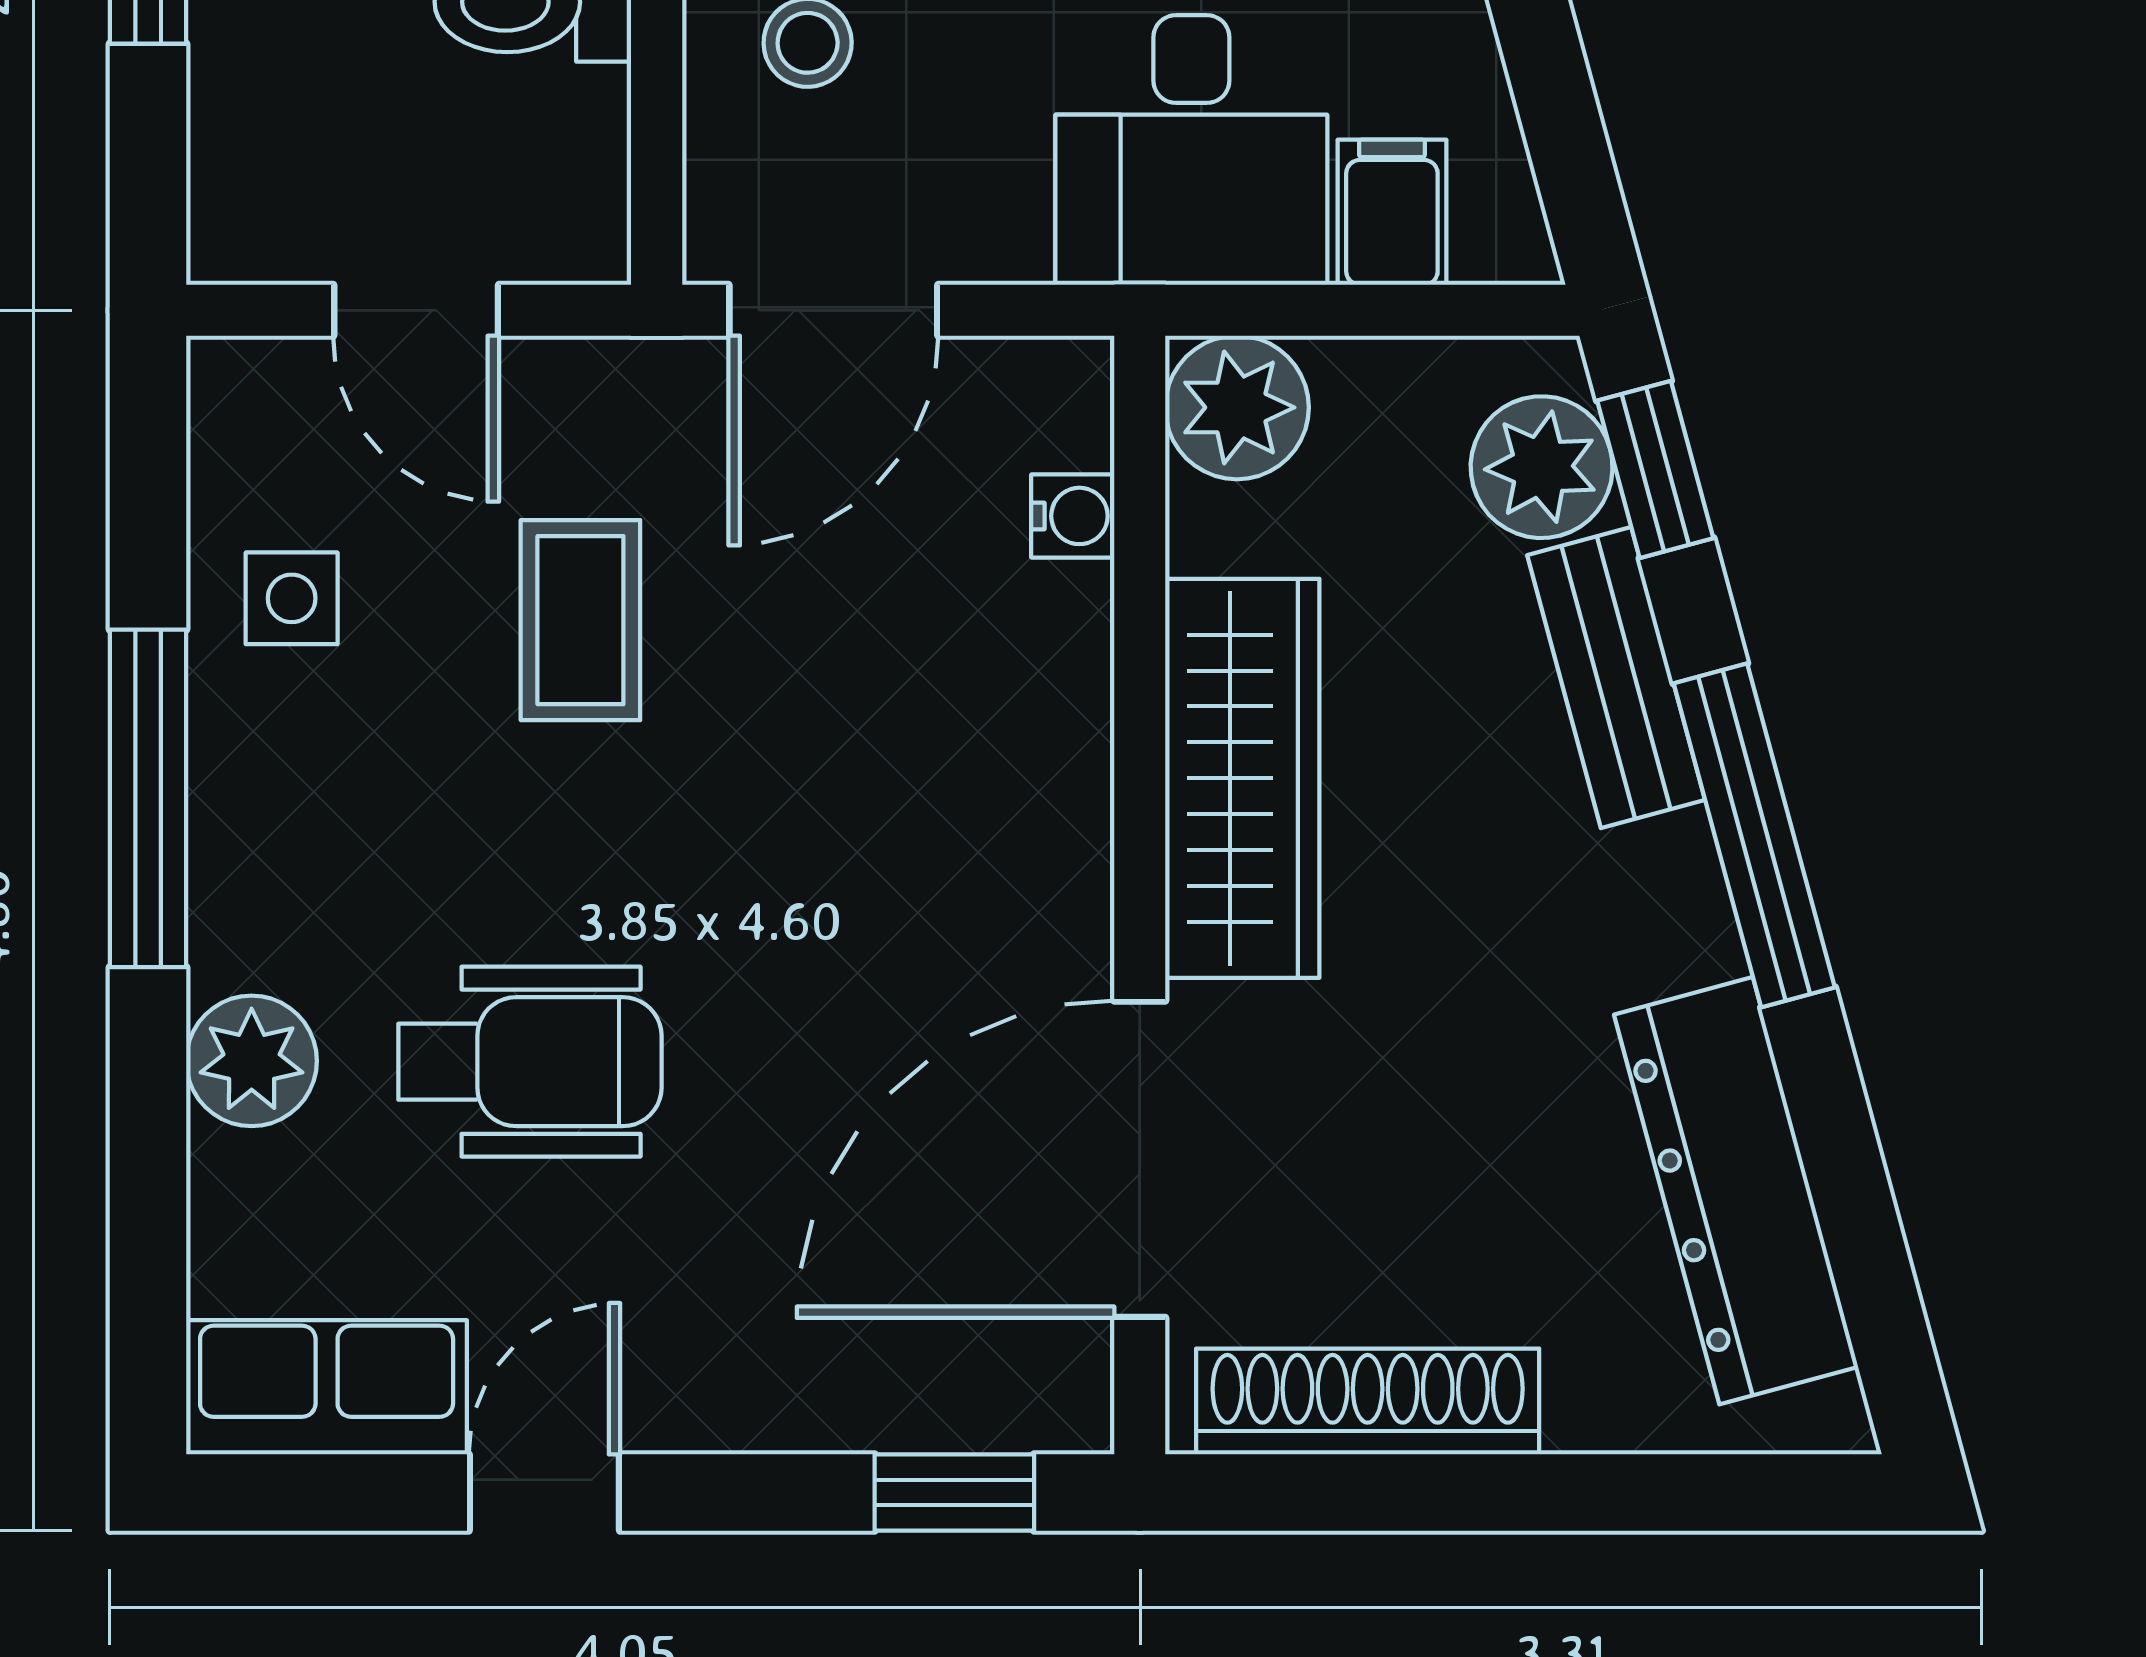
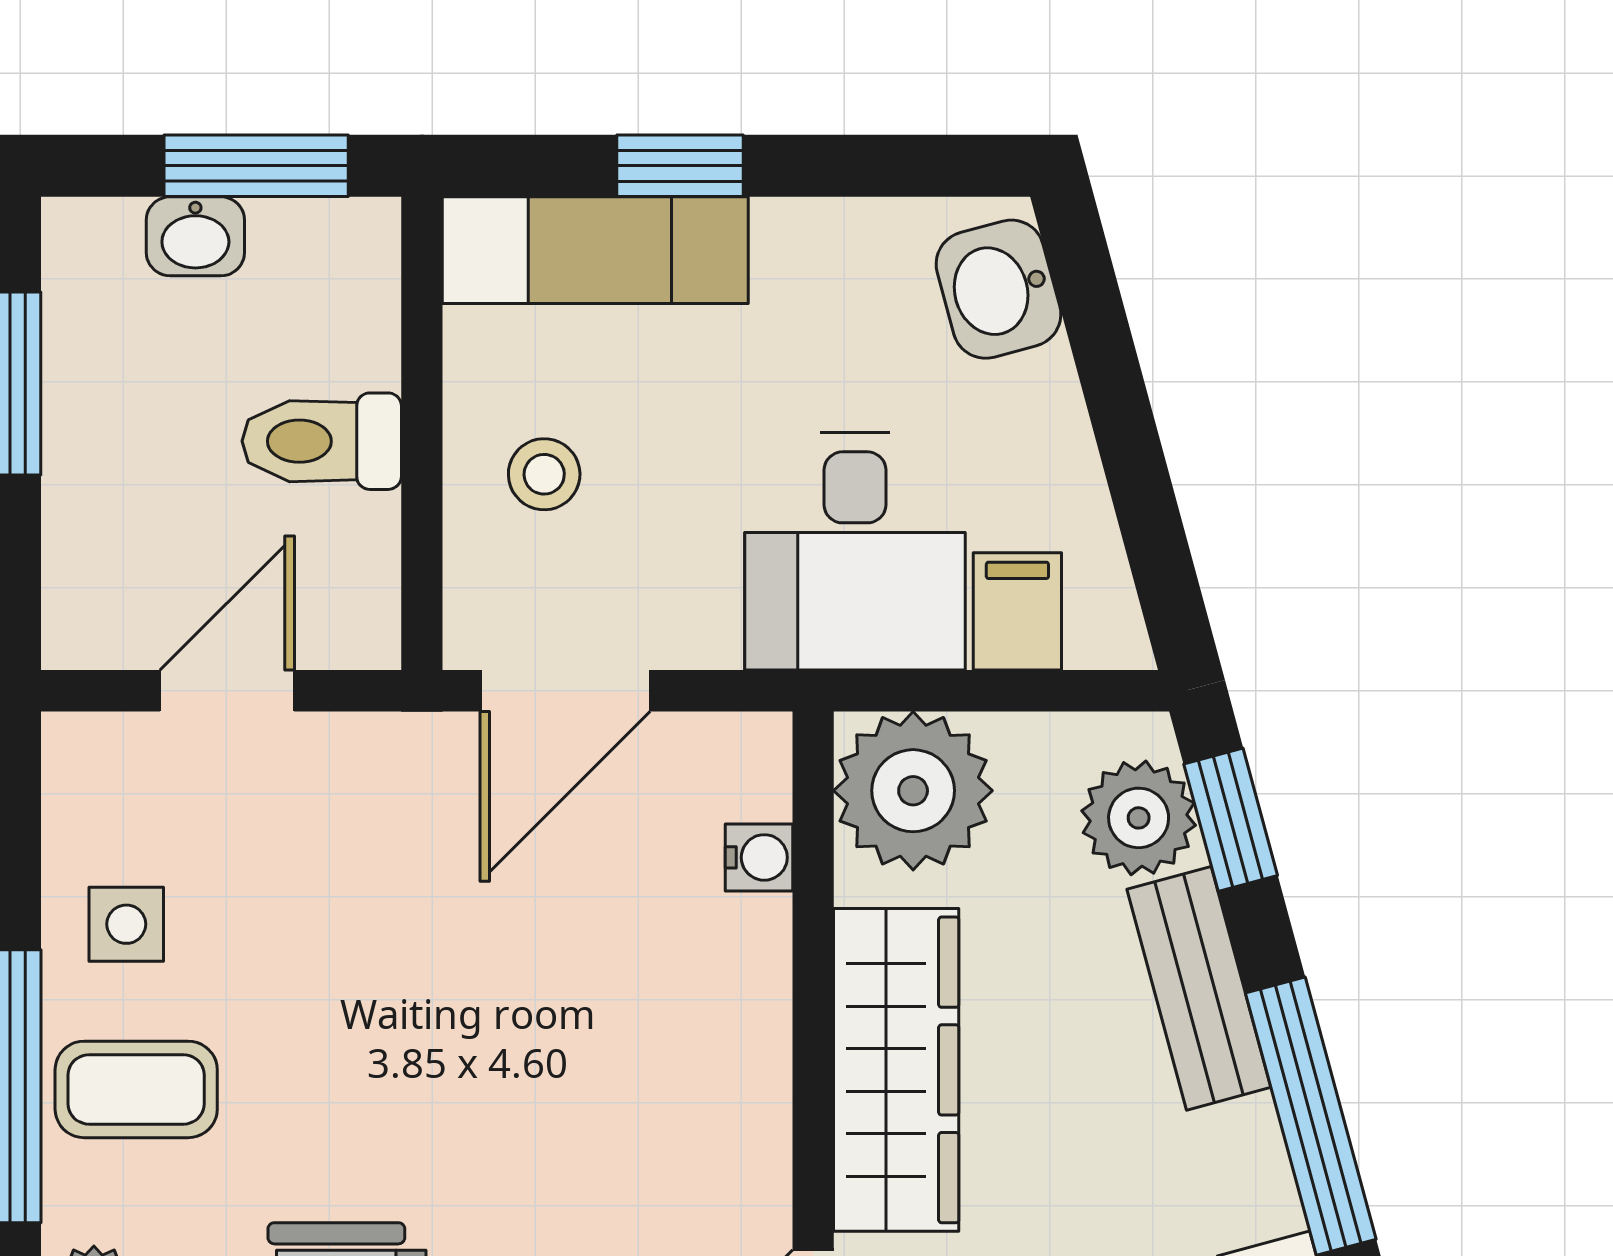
door: (416, 310) -> (227, 691), swing flipped
plant: (1237, 407) -> (913, 791), width x1.36, depth x1.36
coffee table: (580, 620) -> (136, 1089), moved, turned 90

